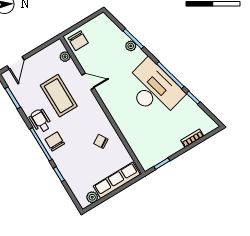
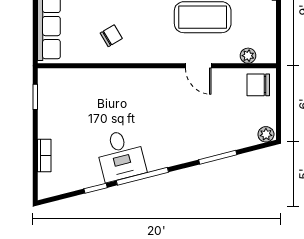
plant: (131, 46) -> (266, 134), moved
door: (88, 81) -> (198, 66), hinge flipped
desk: (154, 89) -> (121, 155), width x0.53, depth x0.77

